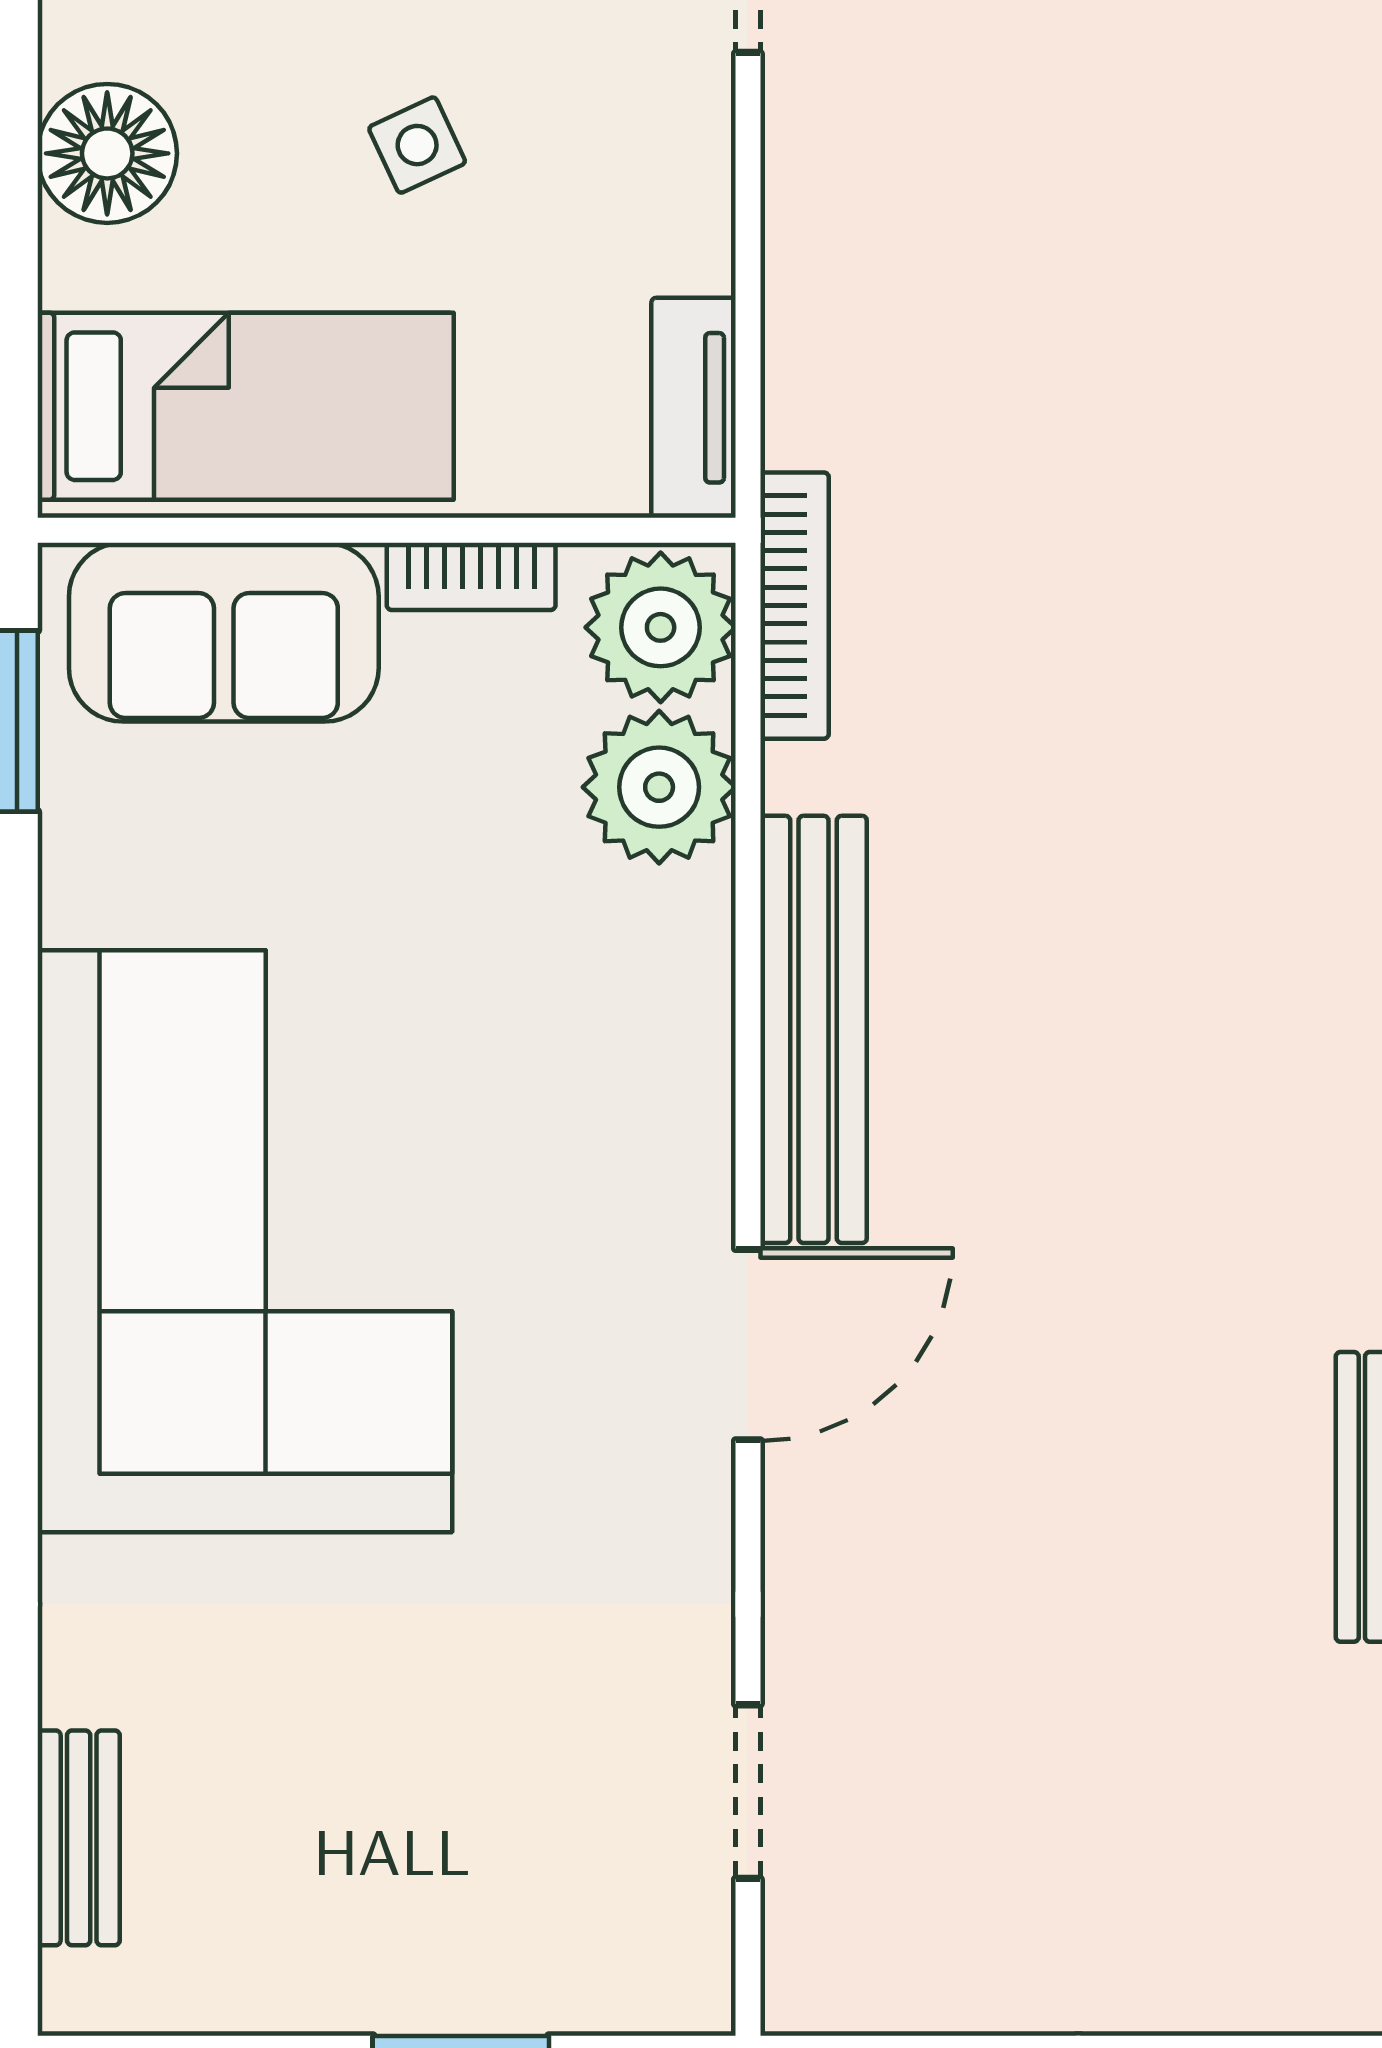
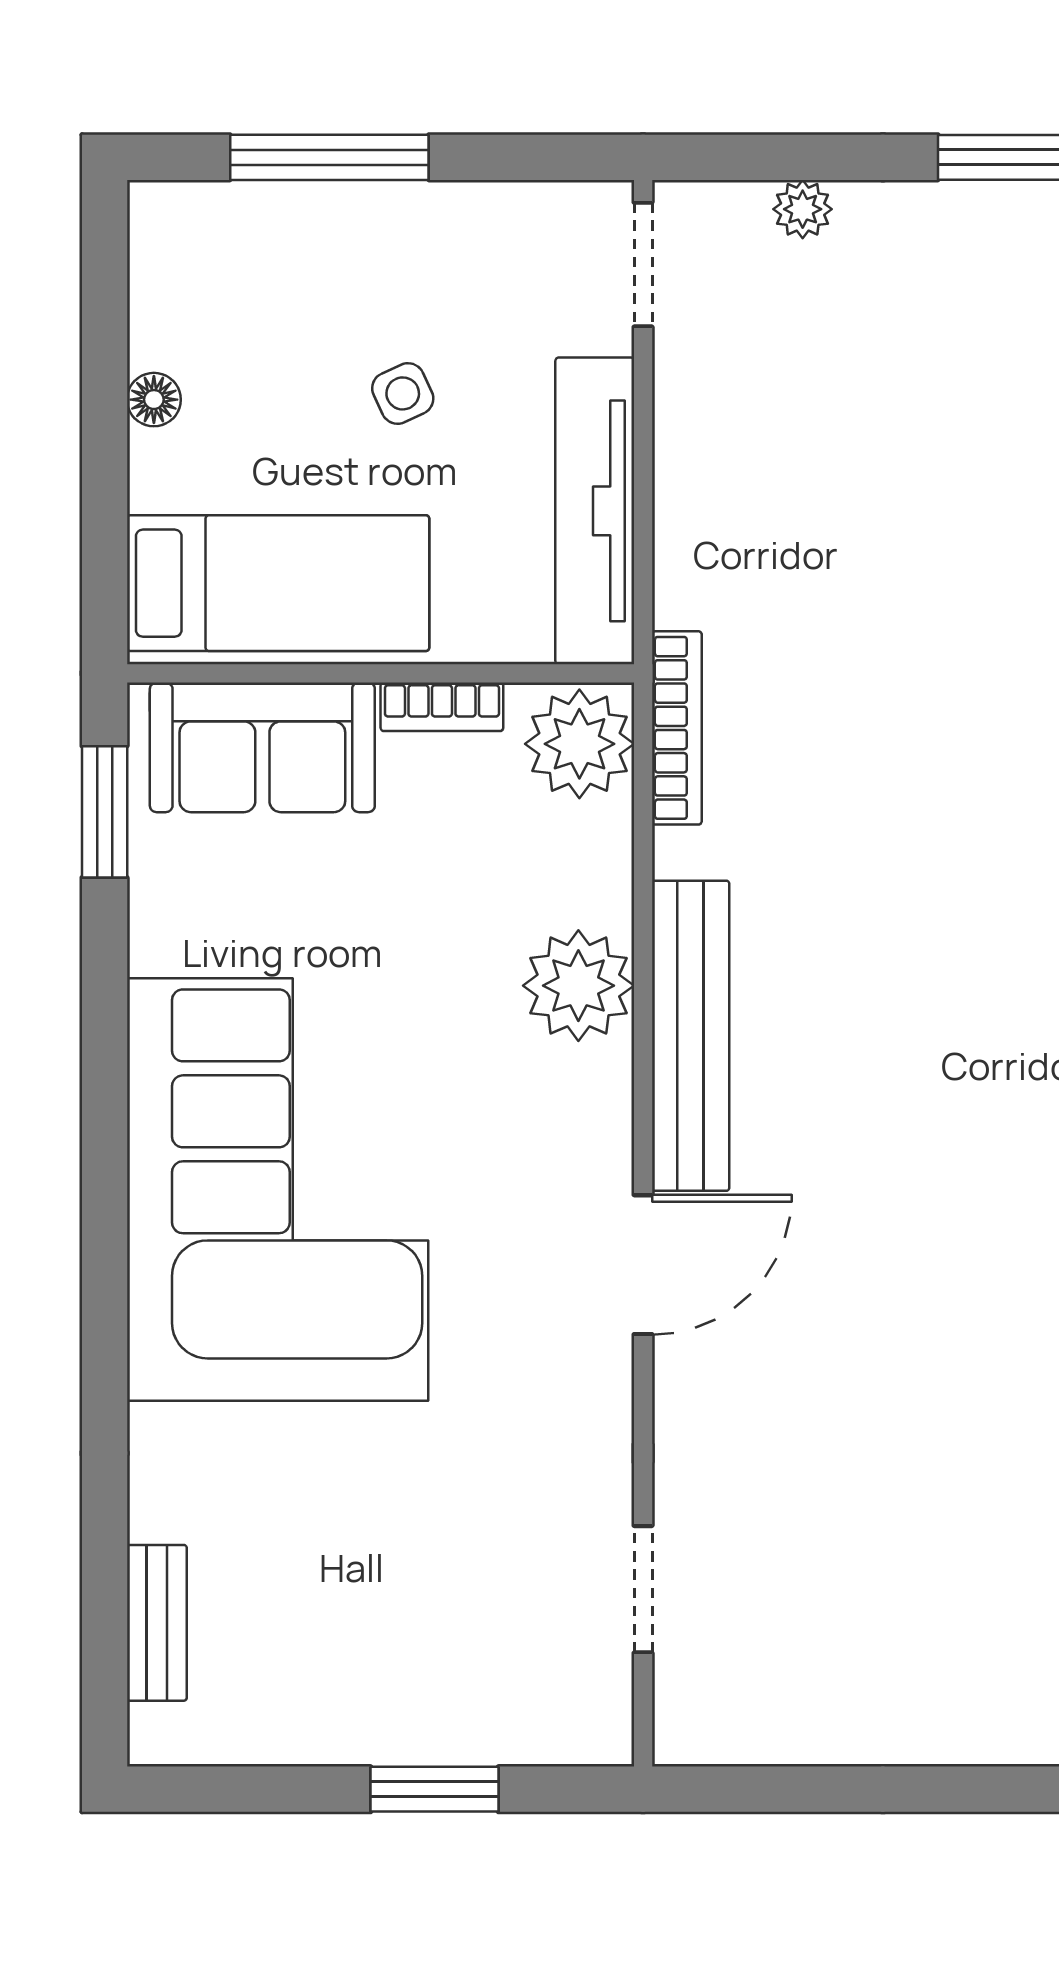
floor lamp: (107, 153) -> (154, 400), width x0.53, depth x0.53
tv unit: (694, 408) -> (595, 511), width x1.92, depth x1.29
plant: (659, 787) -> (578, 986), moved

